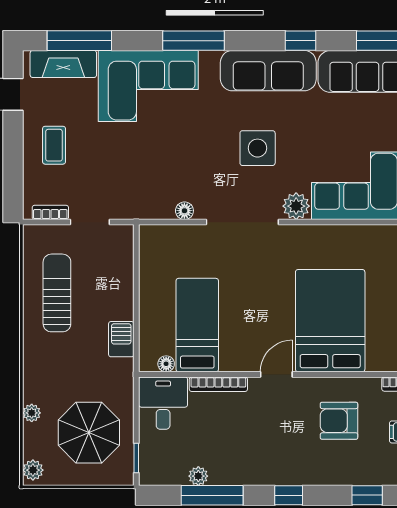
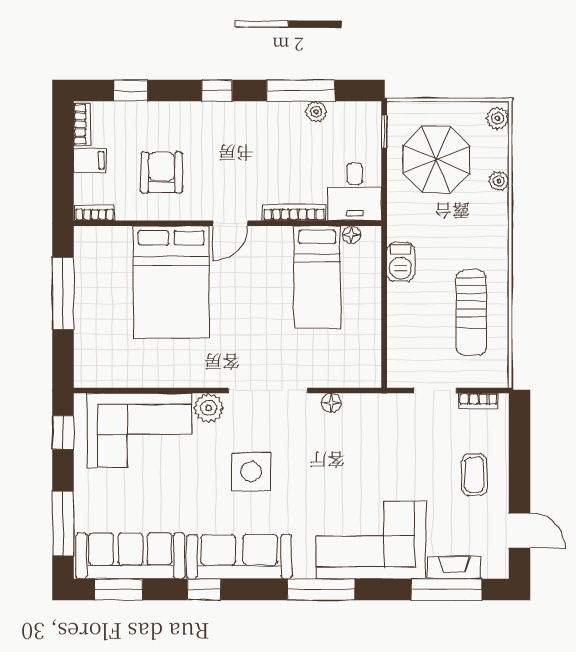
fireplace: (63, 64) -> (454, 568), width x0.73, depth x0.76
armchair: (339, 421) -> (162, 172), turned -90

